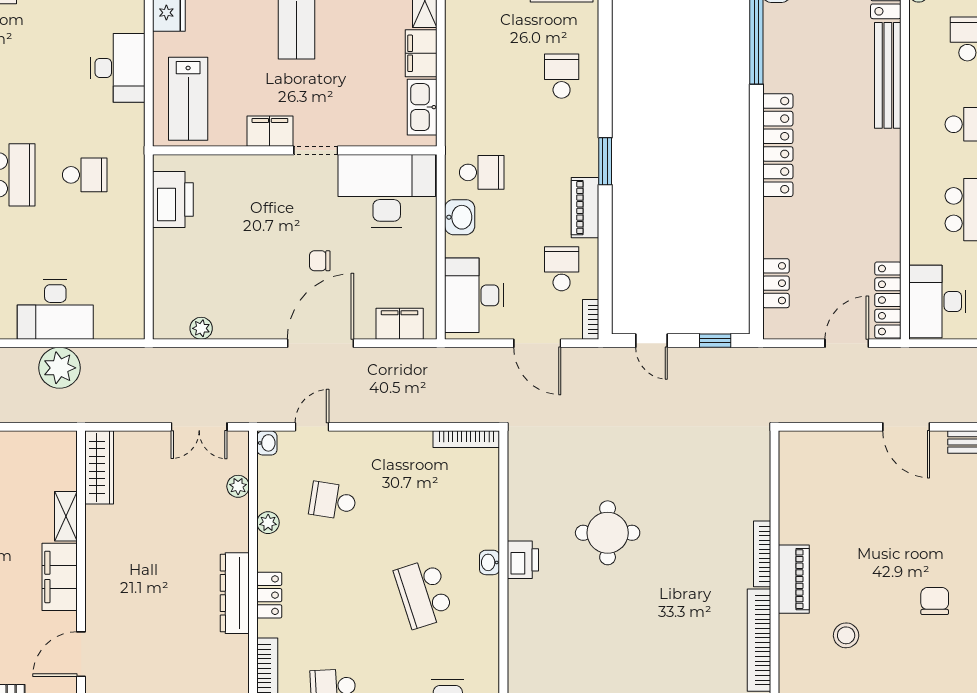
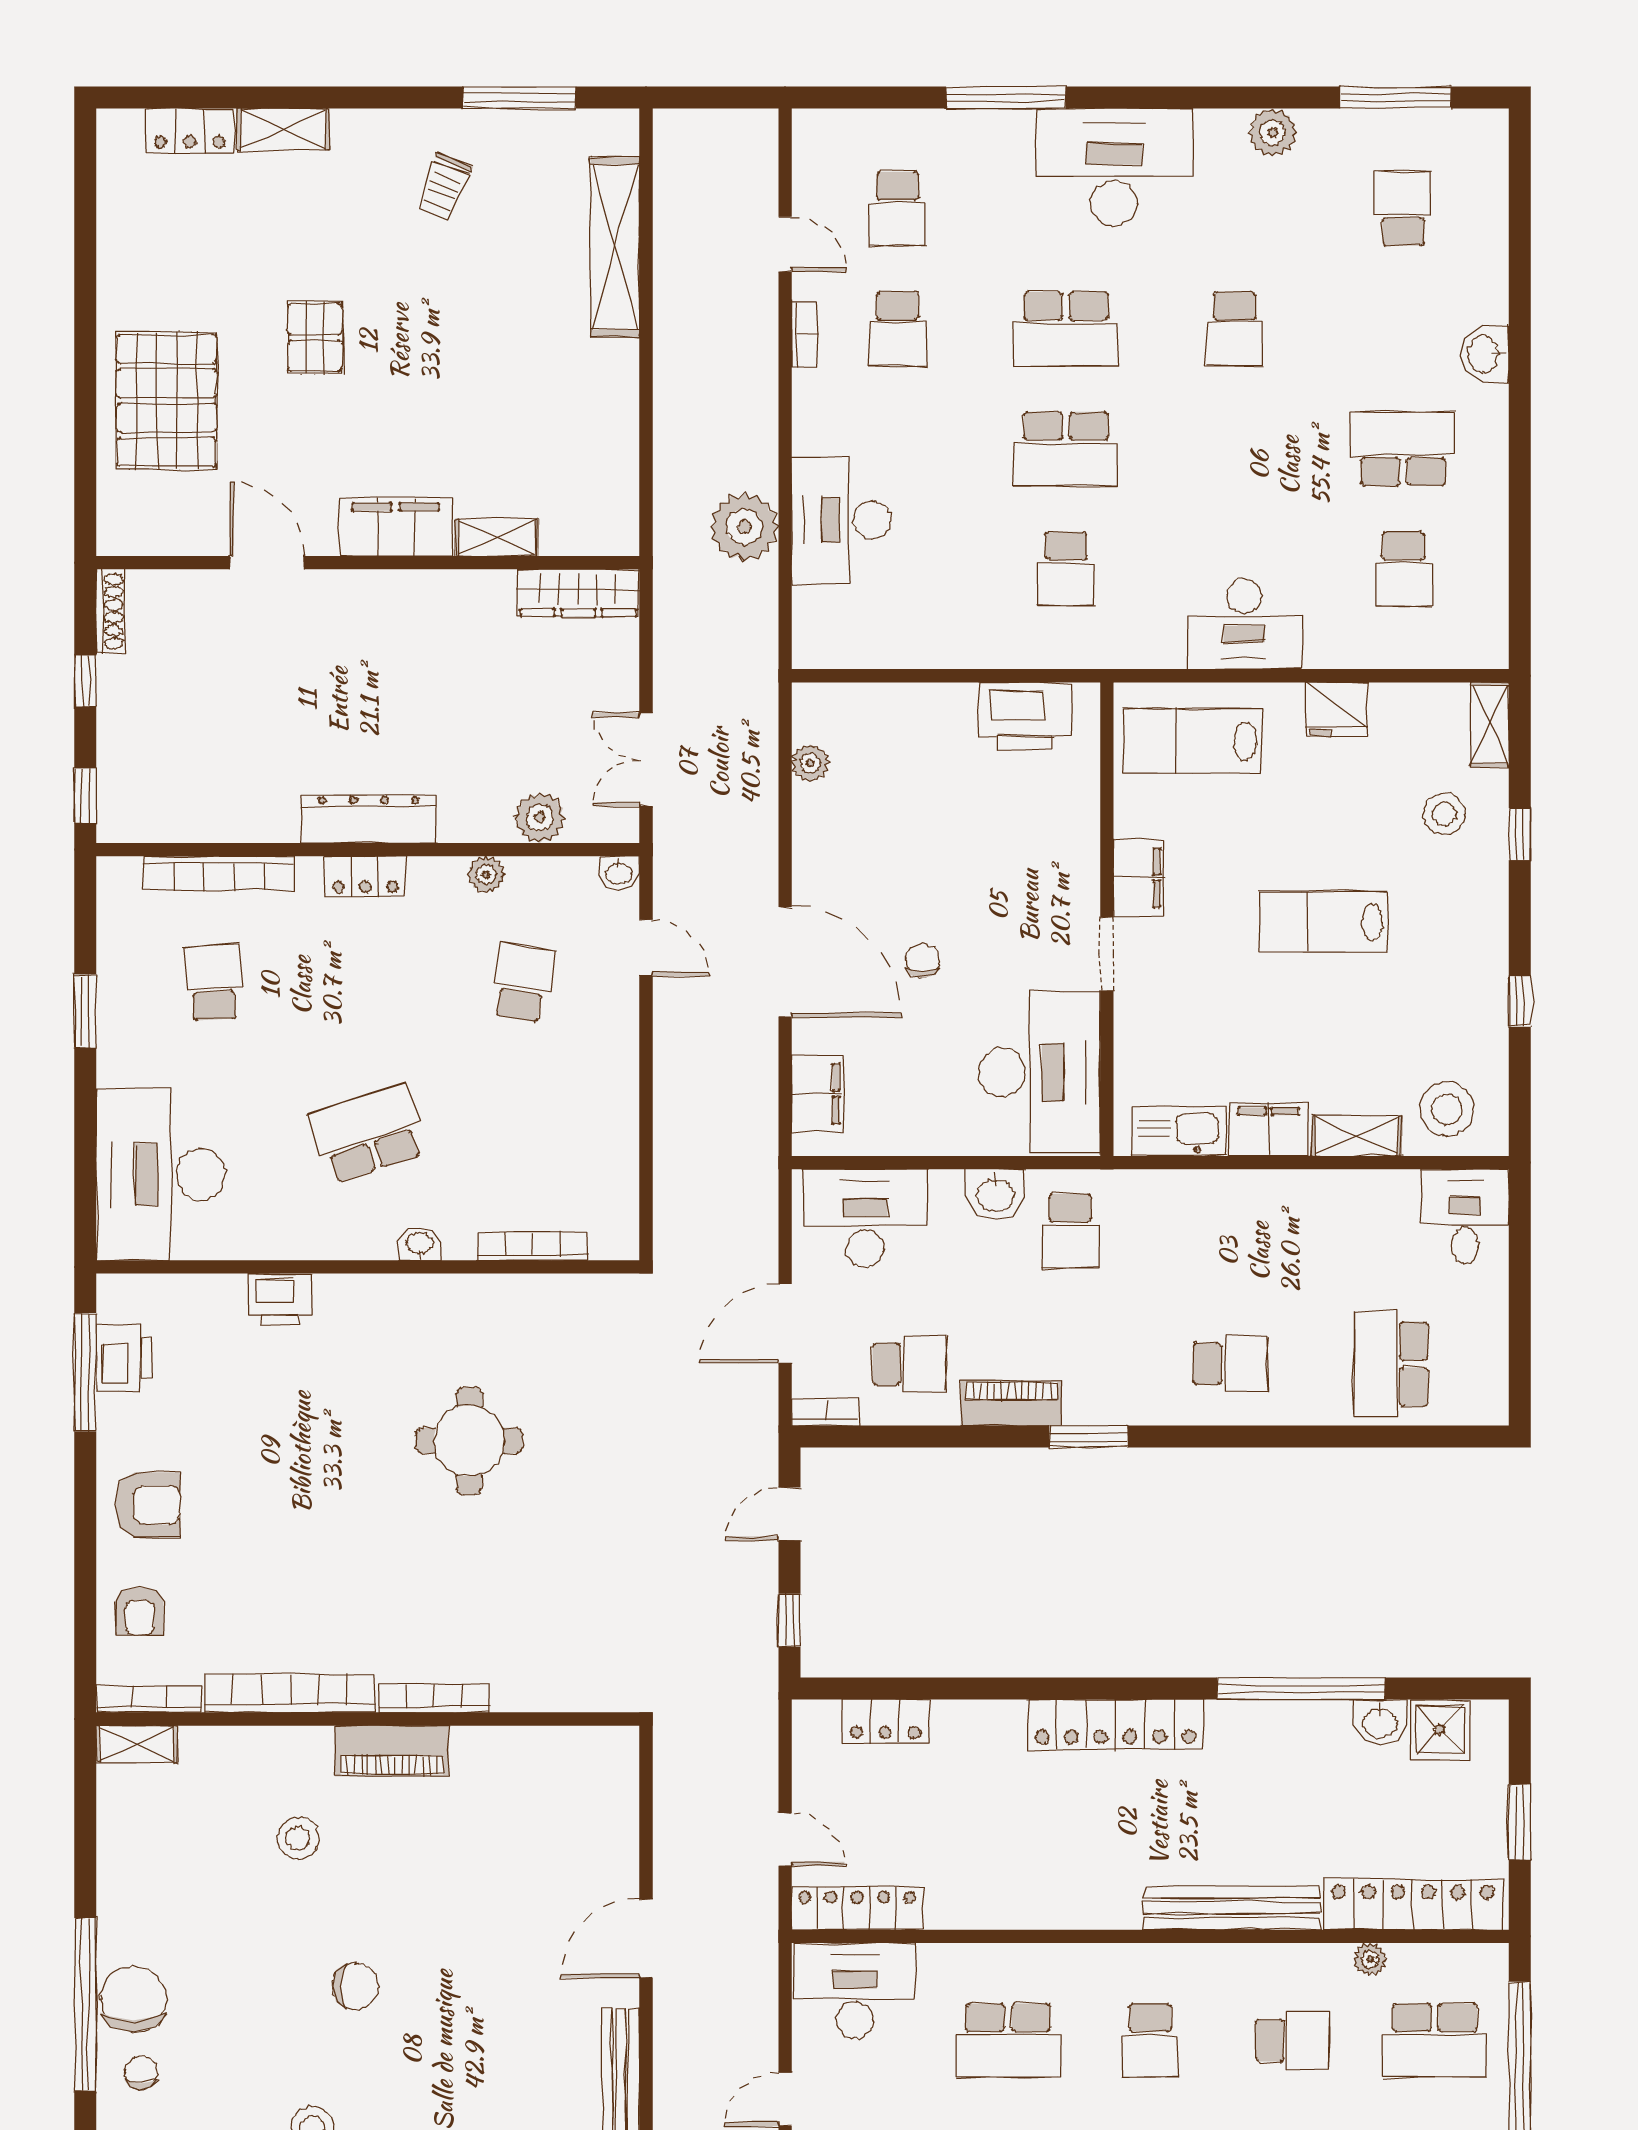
door: (847, 343) -> (785, 1839), width x0.73
bookcase: (466, 439) -> (533, 1246), moved, turned 90
plant: (238, 486) -> (540, 818), width x1.38, depth x1.38
printer: (523, 560) -> (280, 1299), moved

